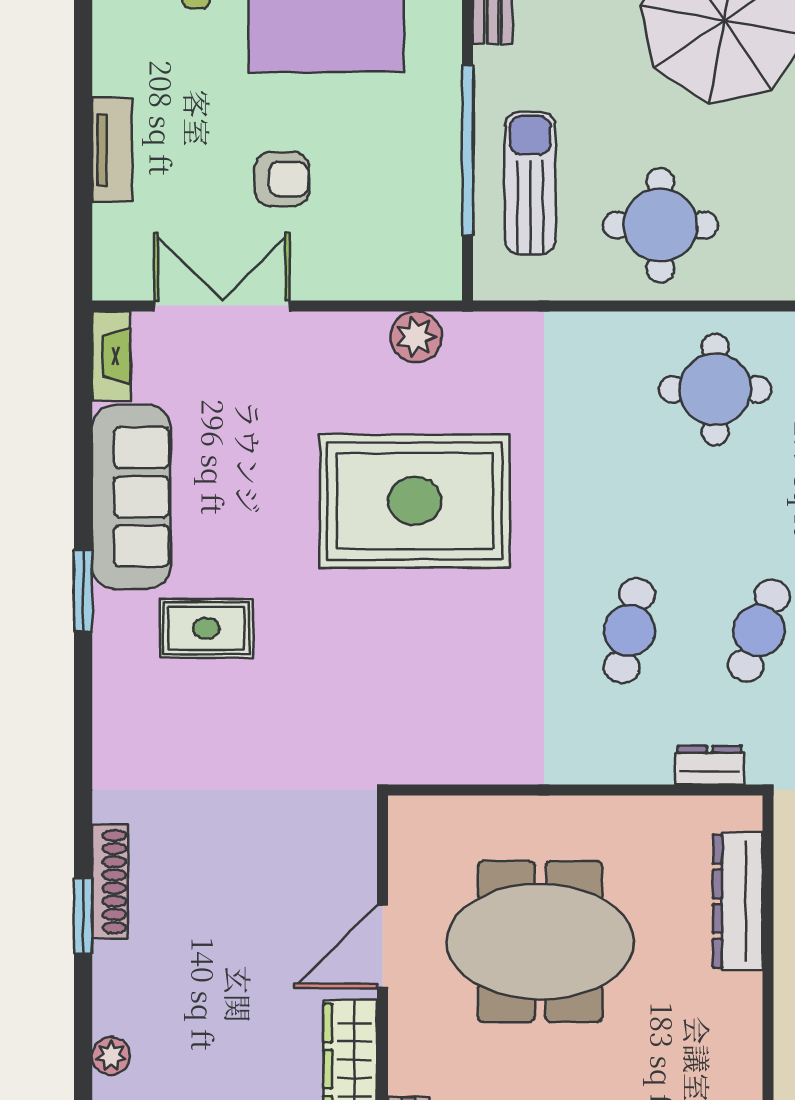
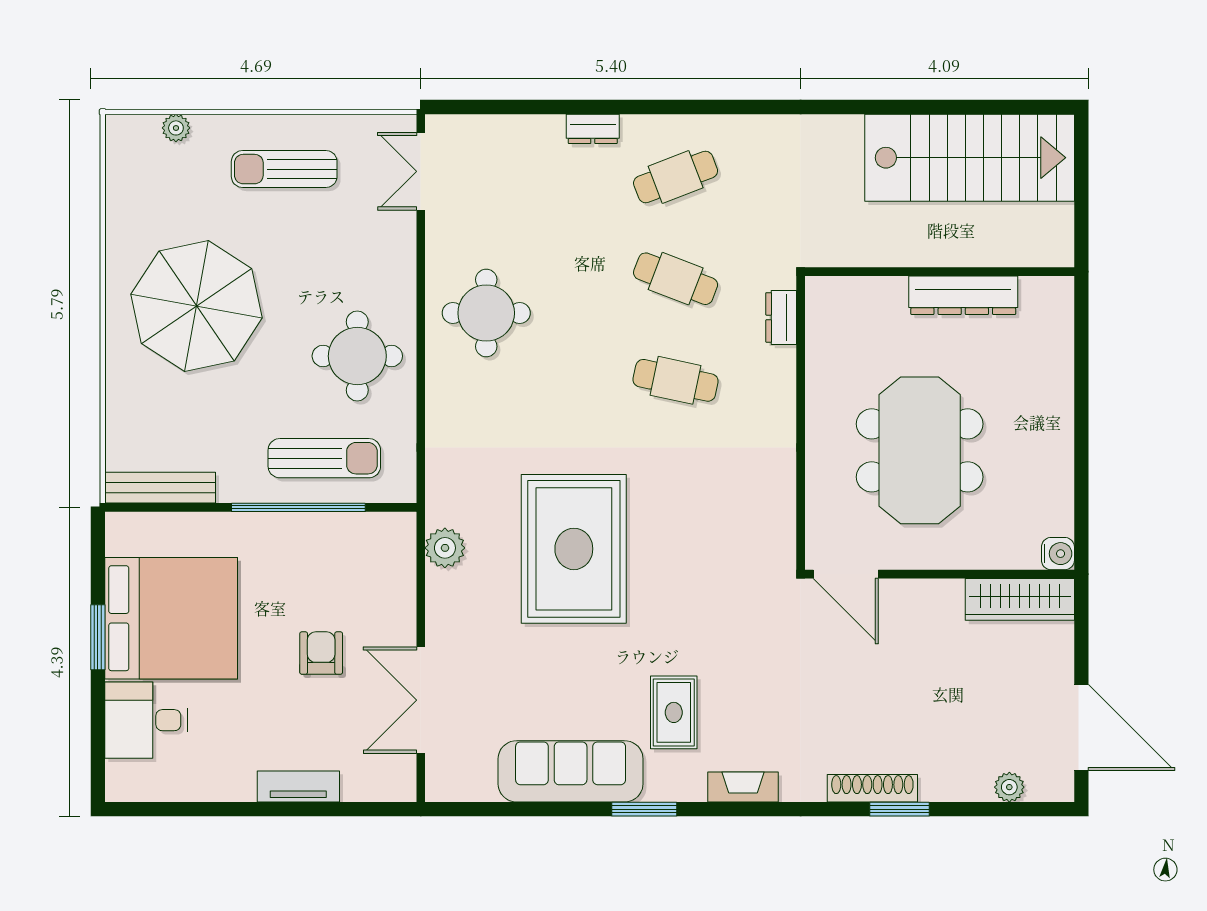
sun lounger: (530, 183) -> (324, 458), turned 180
fireplace: (111, 356) -> (743, 787), moved
dresser: (738, 901) -> (963, 295), moved
door: (382, 946) -> (846, 574), moved

